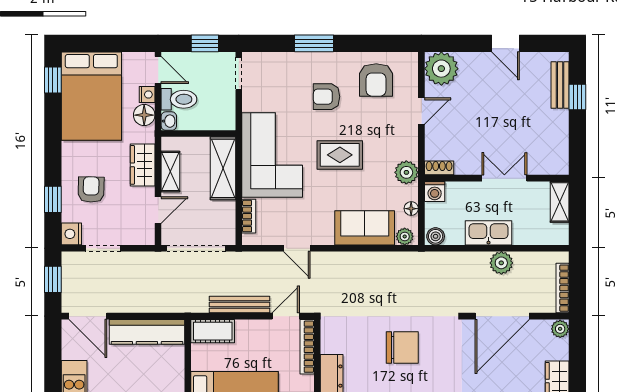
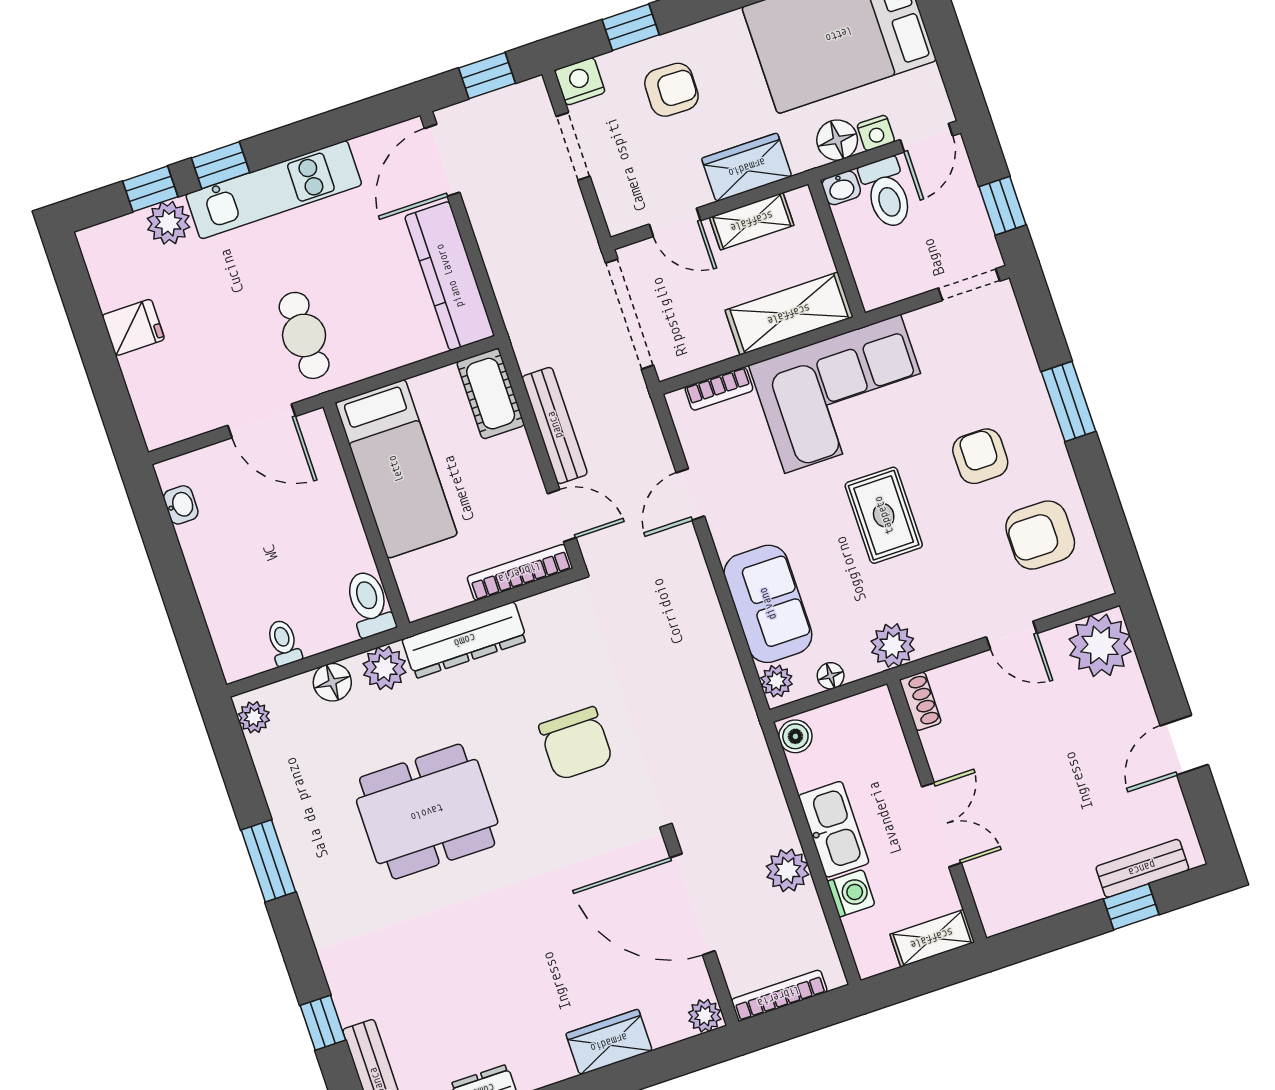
washing machine: (435, 191) -> (851, 893), moved, turned 180

